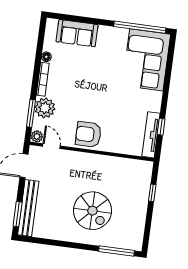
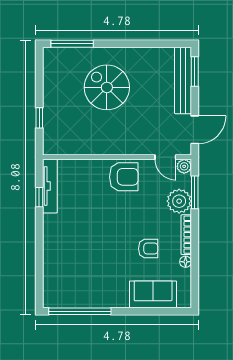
corner sofa: (146, 60) -> (67, 274), removed
armchair: (76, 72) -> (148, 249), added

